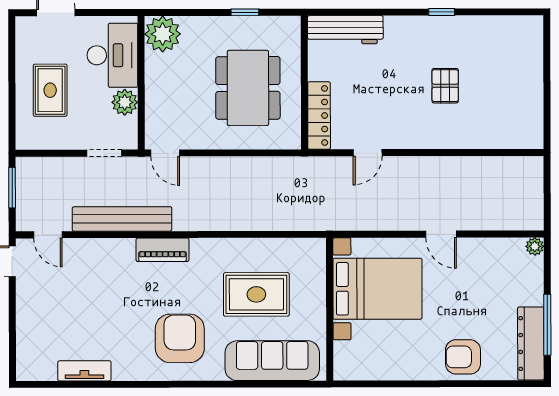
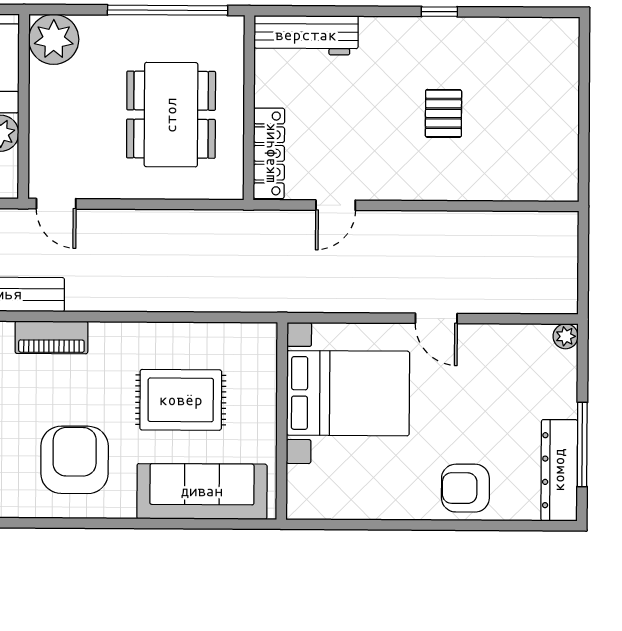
window: (245, 12) -> (168, 10), width x3.17

